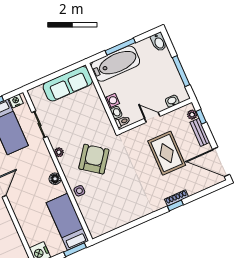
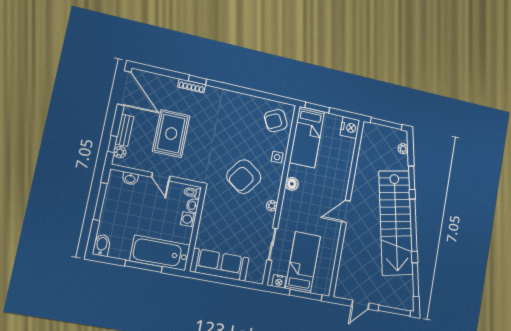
armchair: (99, 217) -> (276, 121), added

